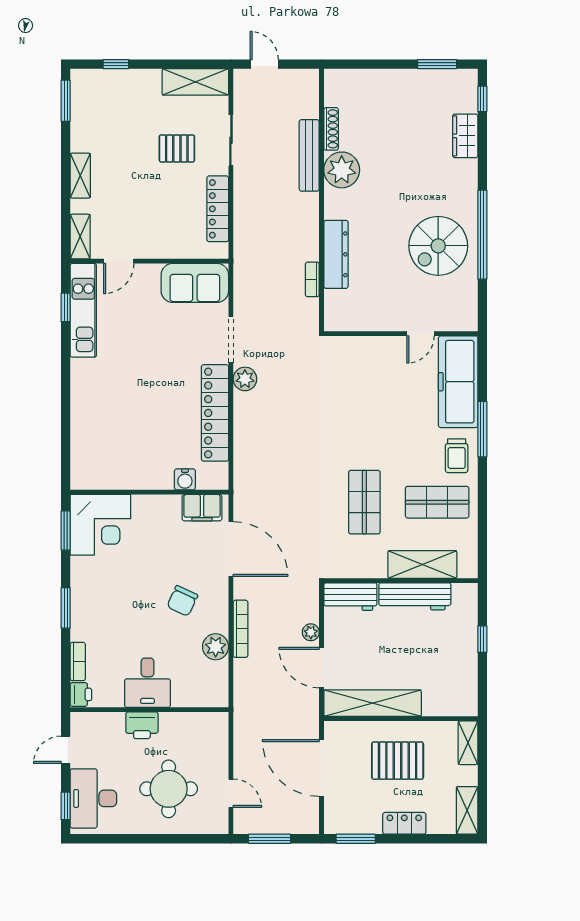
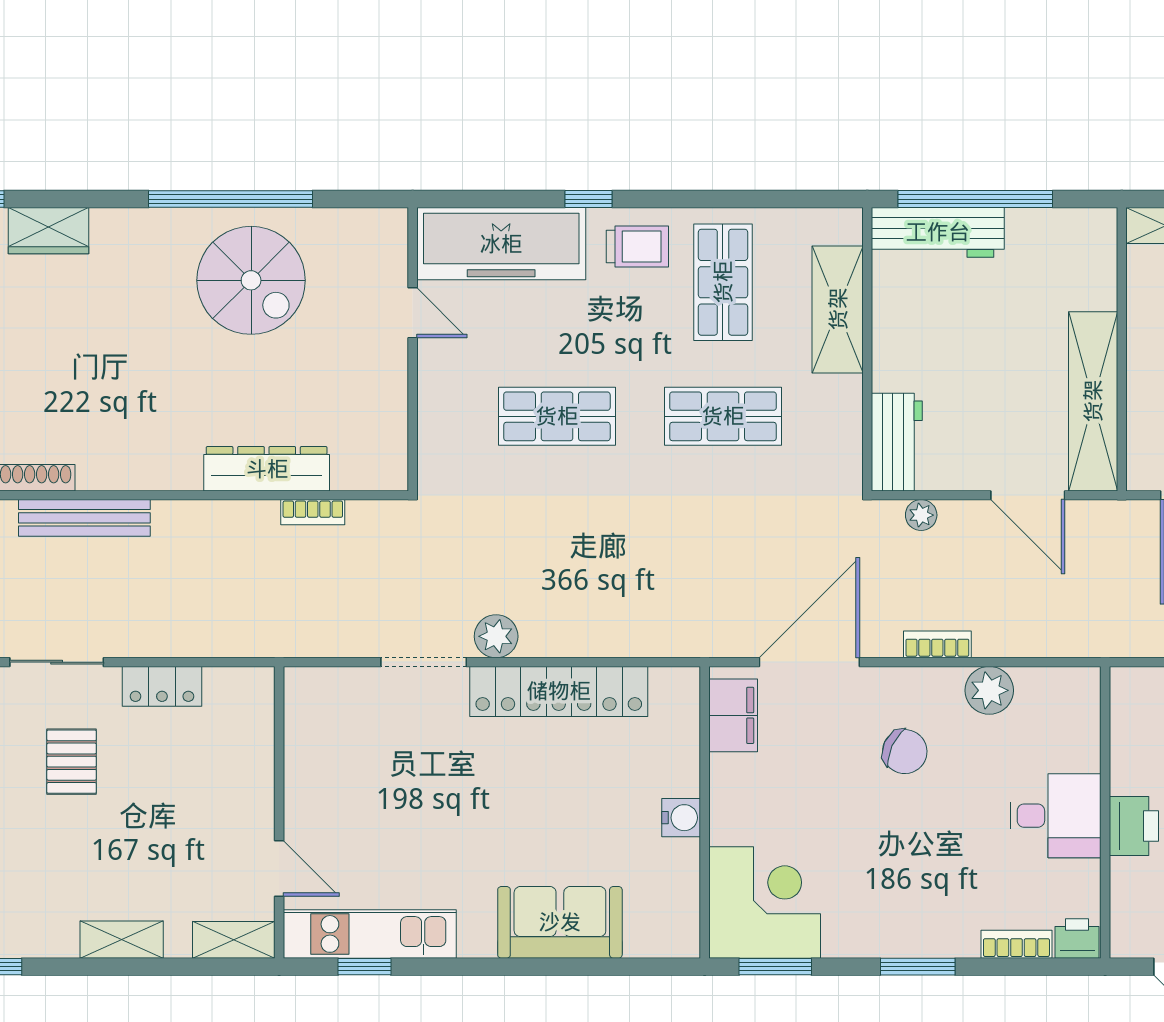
plant: (342, 170) -> (111, 458), removed
locker: (218, 209) -> (162, 686), width x0.66
sofa: (195, 283) -> (560, 922), moved, turned -90
shop shelf: (364, 412) -> (557, 416), added
window: (482, 429) -> (589, 199), width x0.46
water cooler: (185, 479) -> (681, 818), moved
workbench: (415, 596) -> (938, 232), moved, turned 90
bookcase: (240, 629) -> (937, 644), width x0.64
plant: (311, 632) -> (921, 515), moved
window: (482, 639) -> (975, 199), width x3.17
door: (322, 668) -> (1028, 495), hinge flipped

